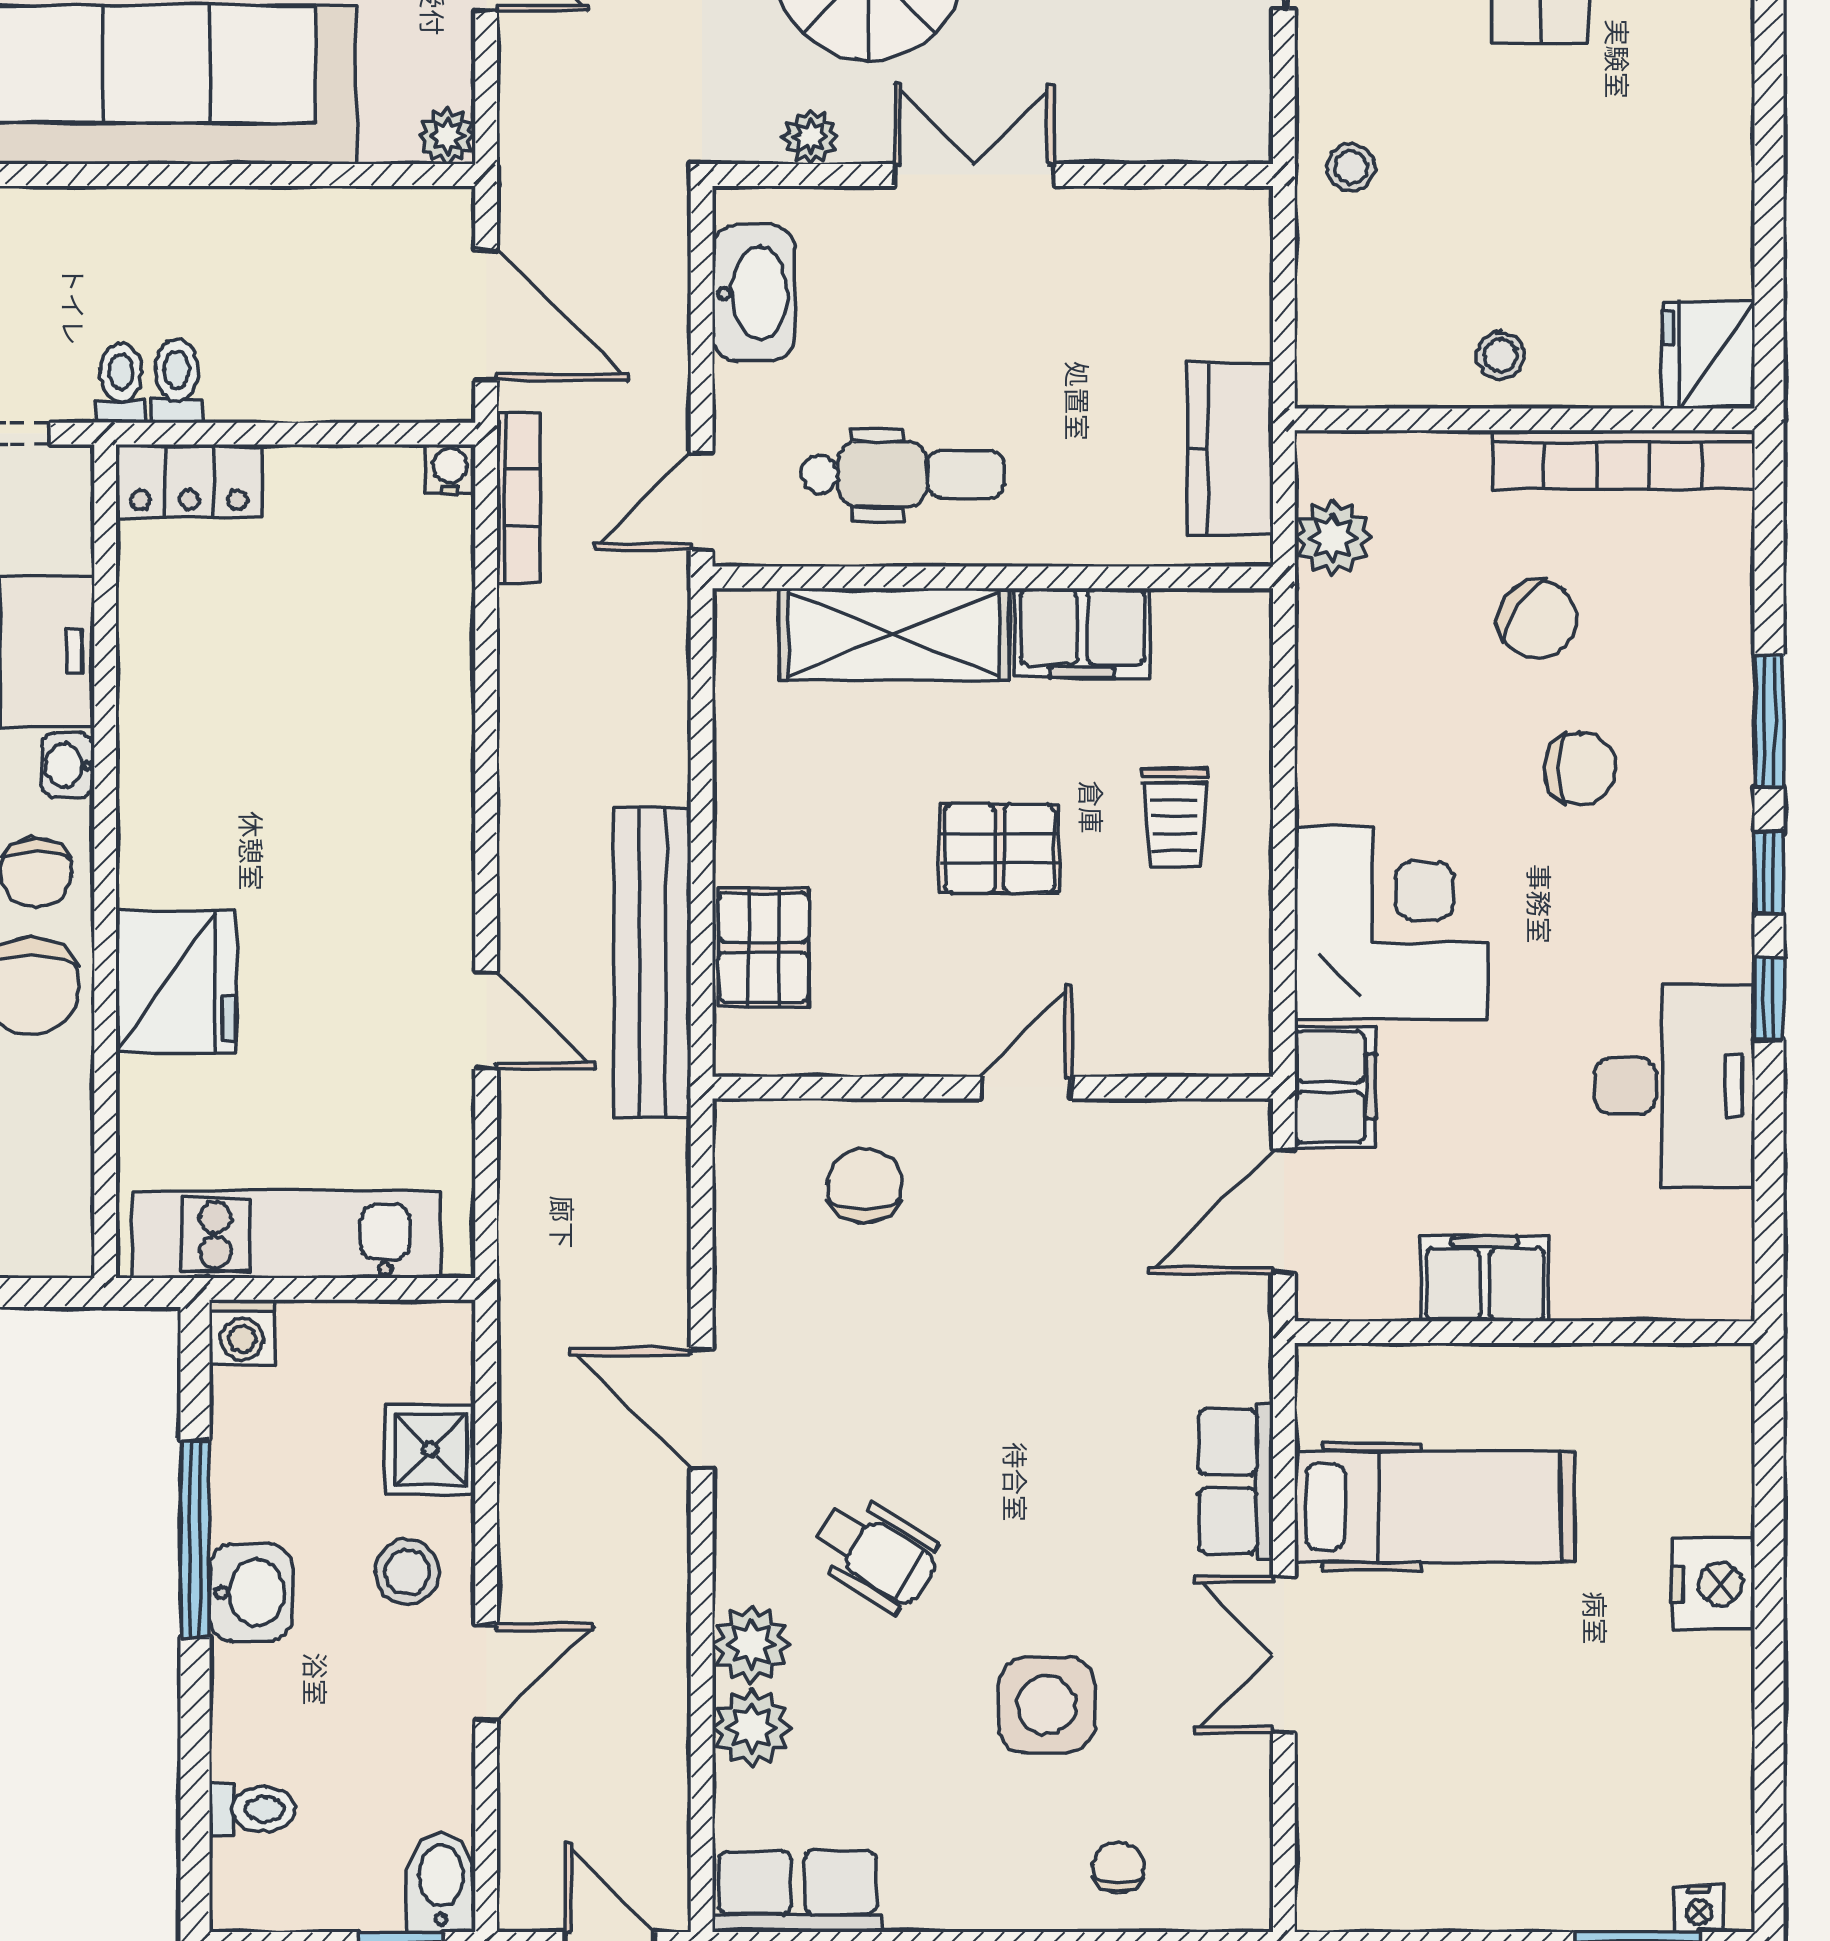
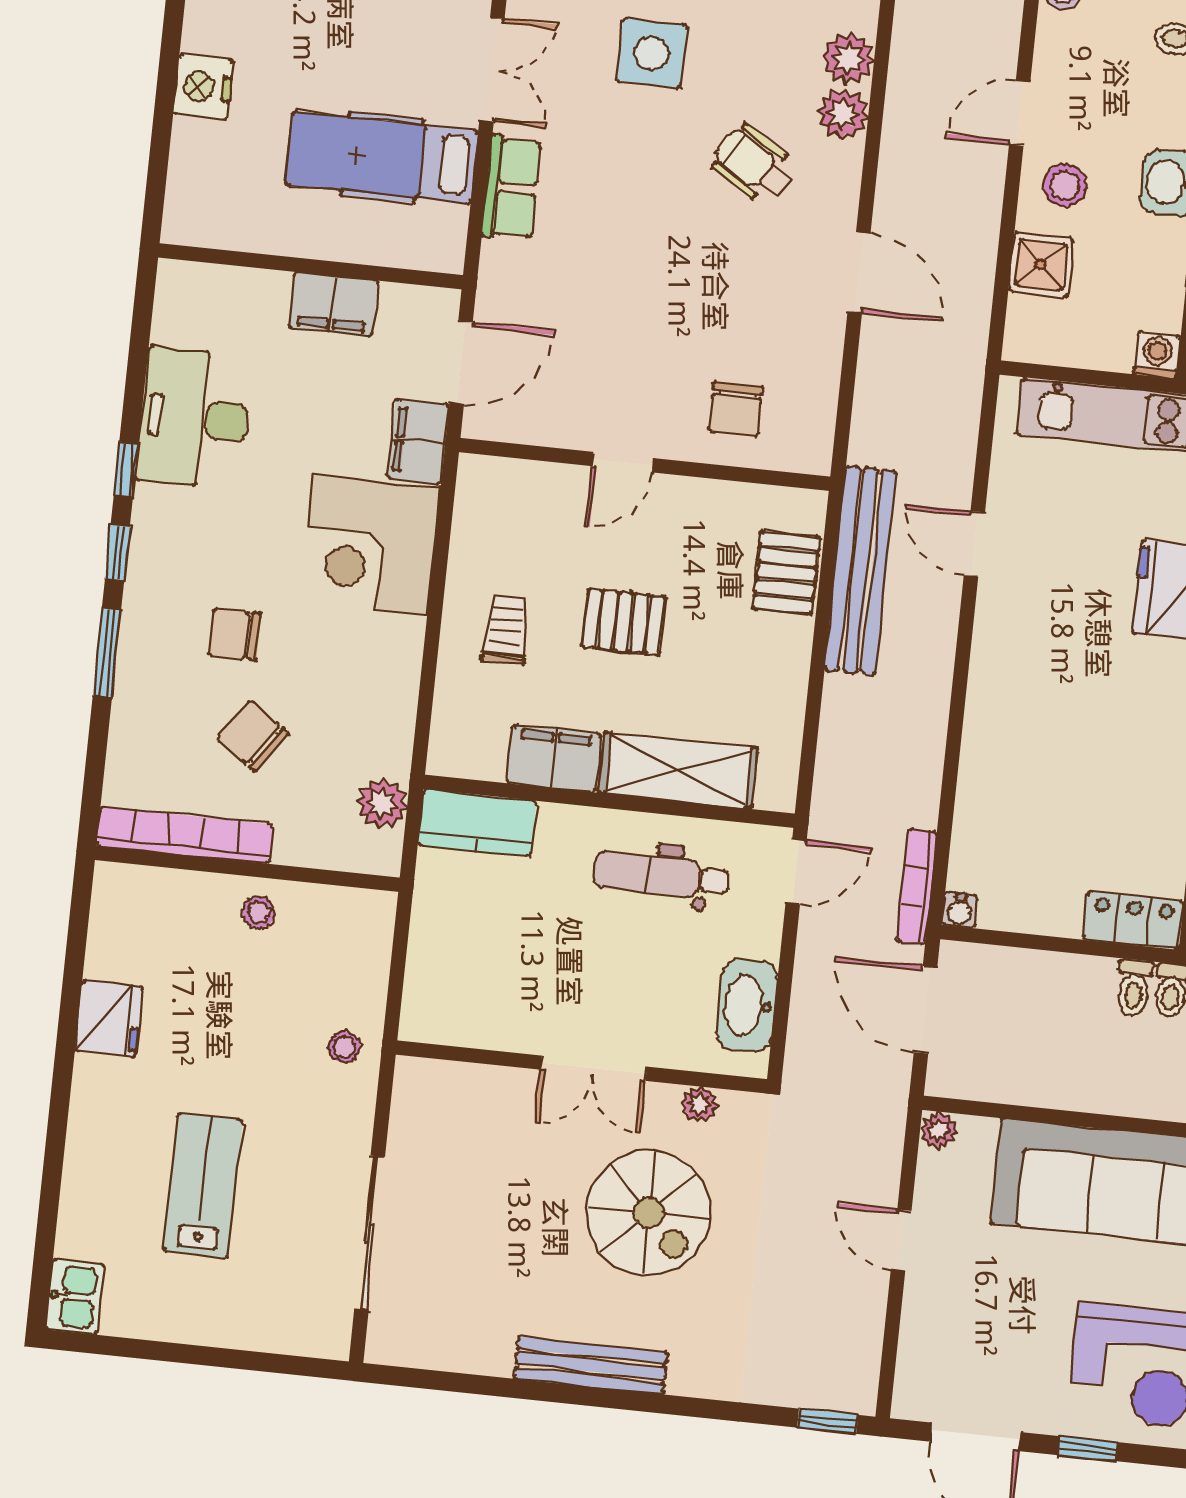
fridge: (1708, 355) -> (109, 1019), moved
kitchen counter: (1230, 449) -> (477, 823), moved, turned 90

